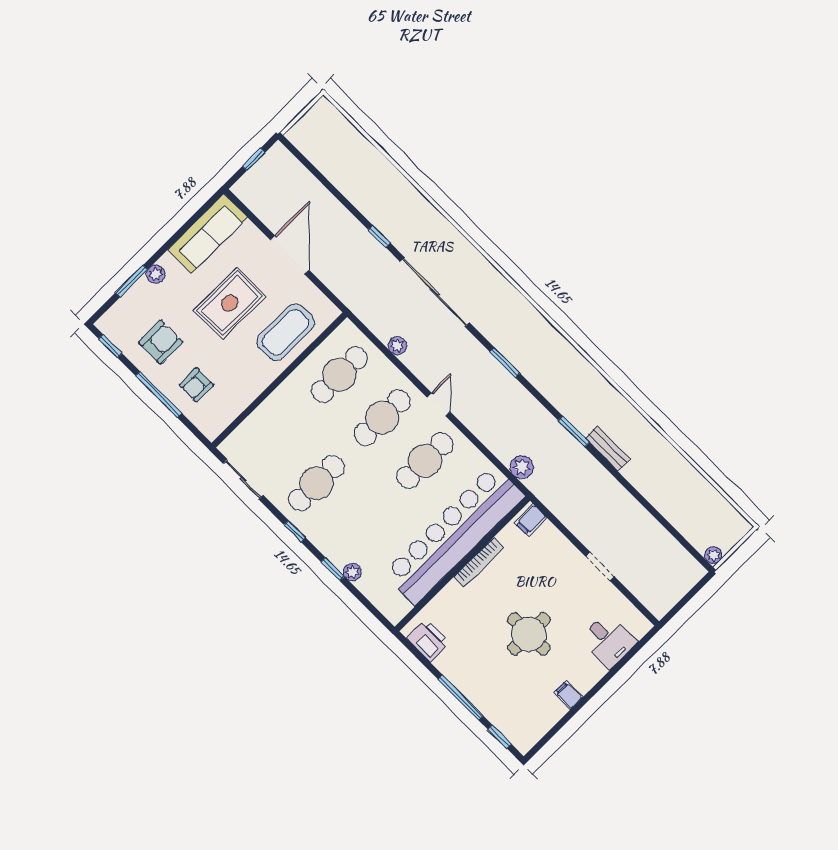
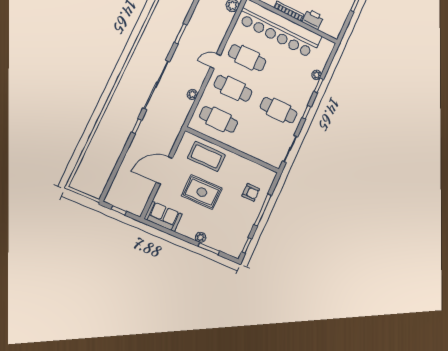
sofa: (208, 234) -> (163, 216), width x0.73
armchair: (161, 342) -> (235, 220), removed
printer: (428, 641) -> (313, 19), moved, turned 90

